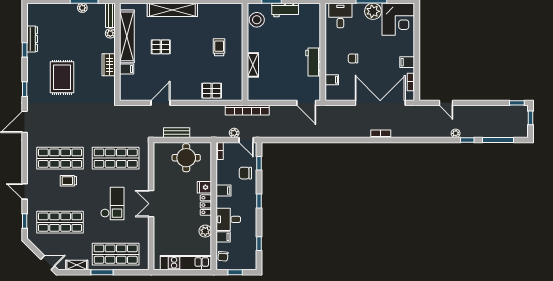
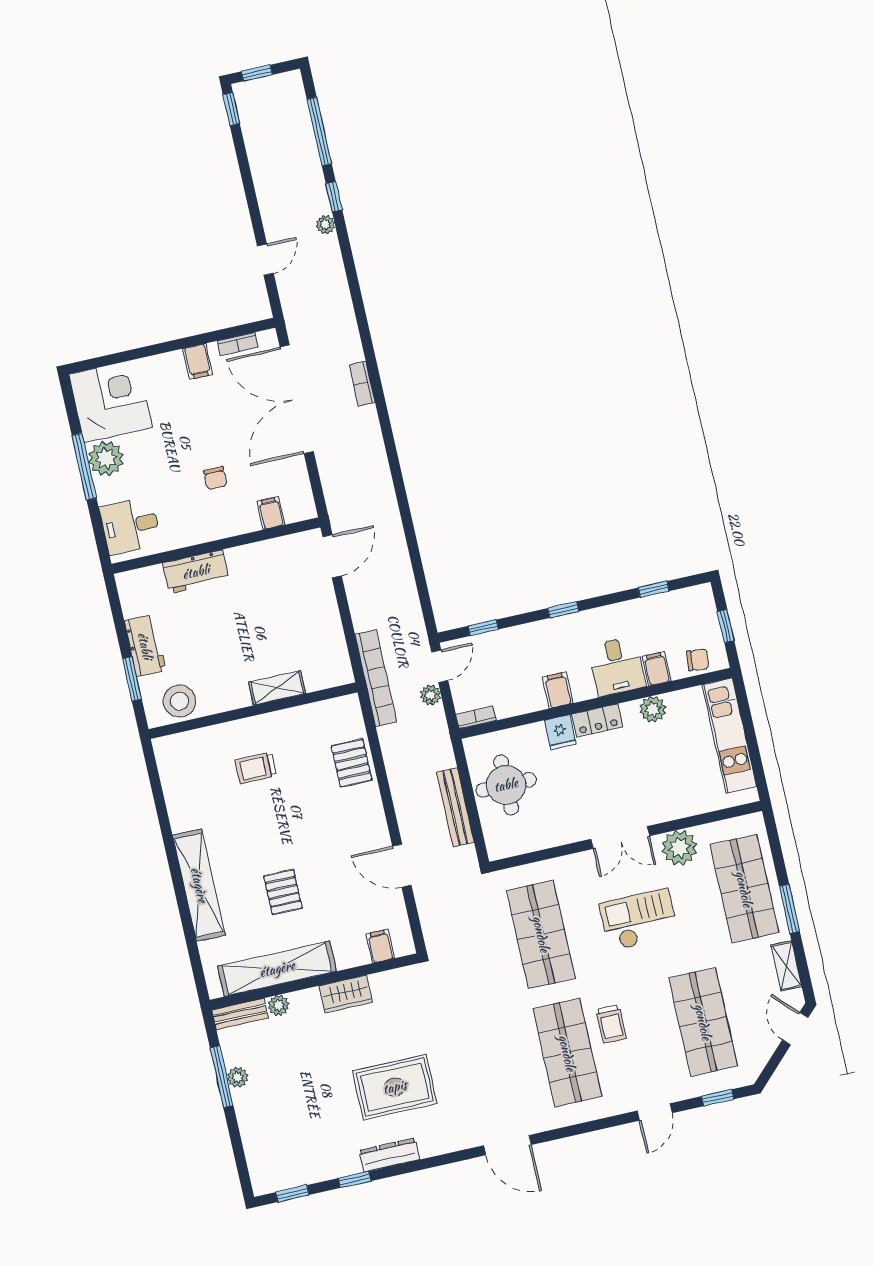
dresser: (32, 39) -> (389, 1155), moved
workbench: (313, 62) -> (196, 572), moved
filing cabinet: (127, 69) -> (380, 946), moved
window: (25, 89) -> (292, 1194), moved
bench: (177, 133) -> (455, 807), width x1.36
chair: (245, 173) -> (510, 652), removed
plant: (141, 229) -> (679, 848), added

